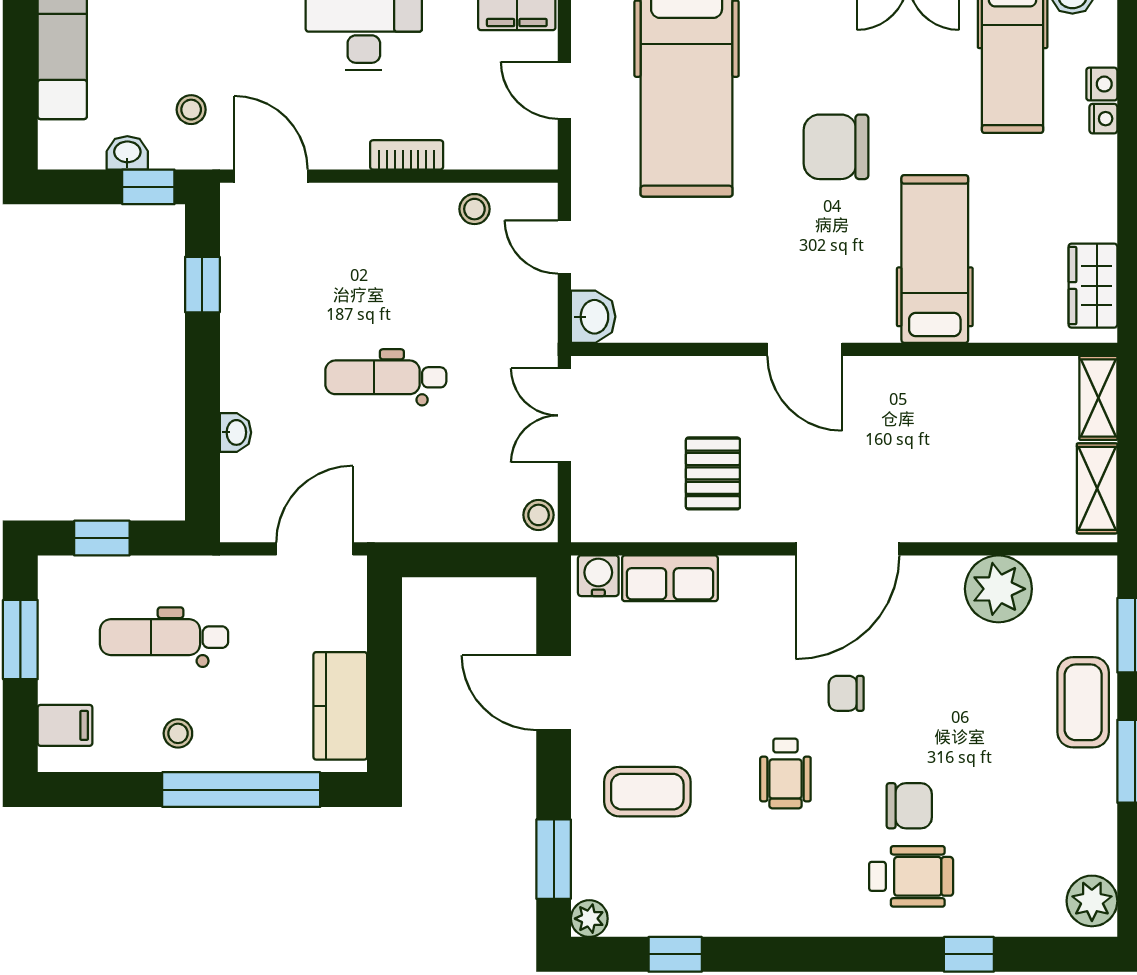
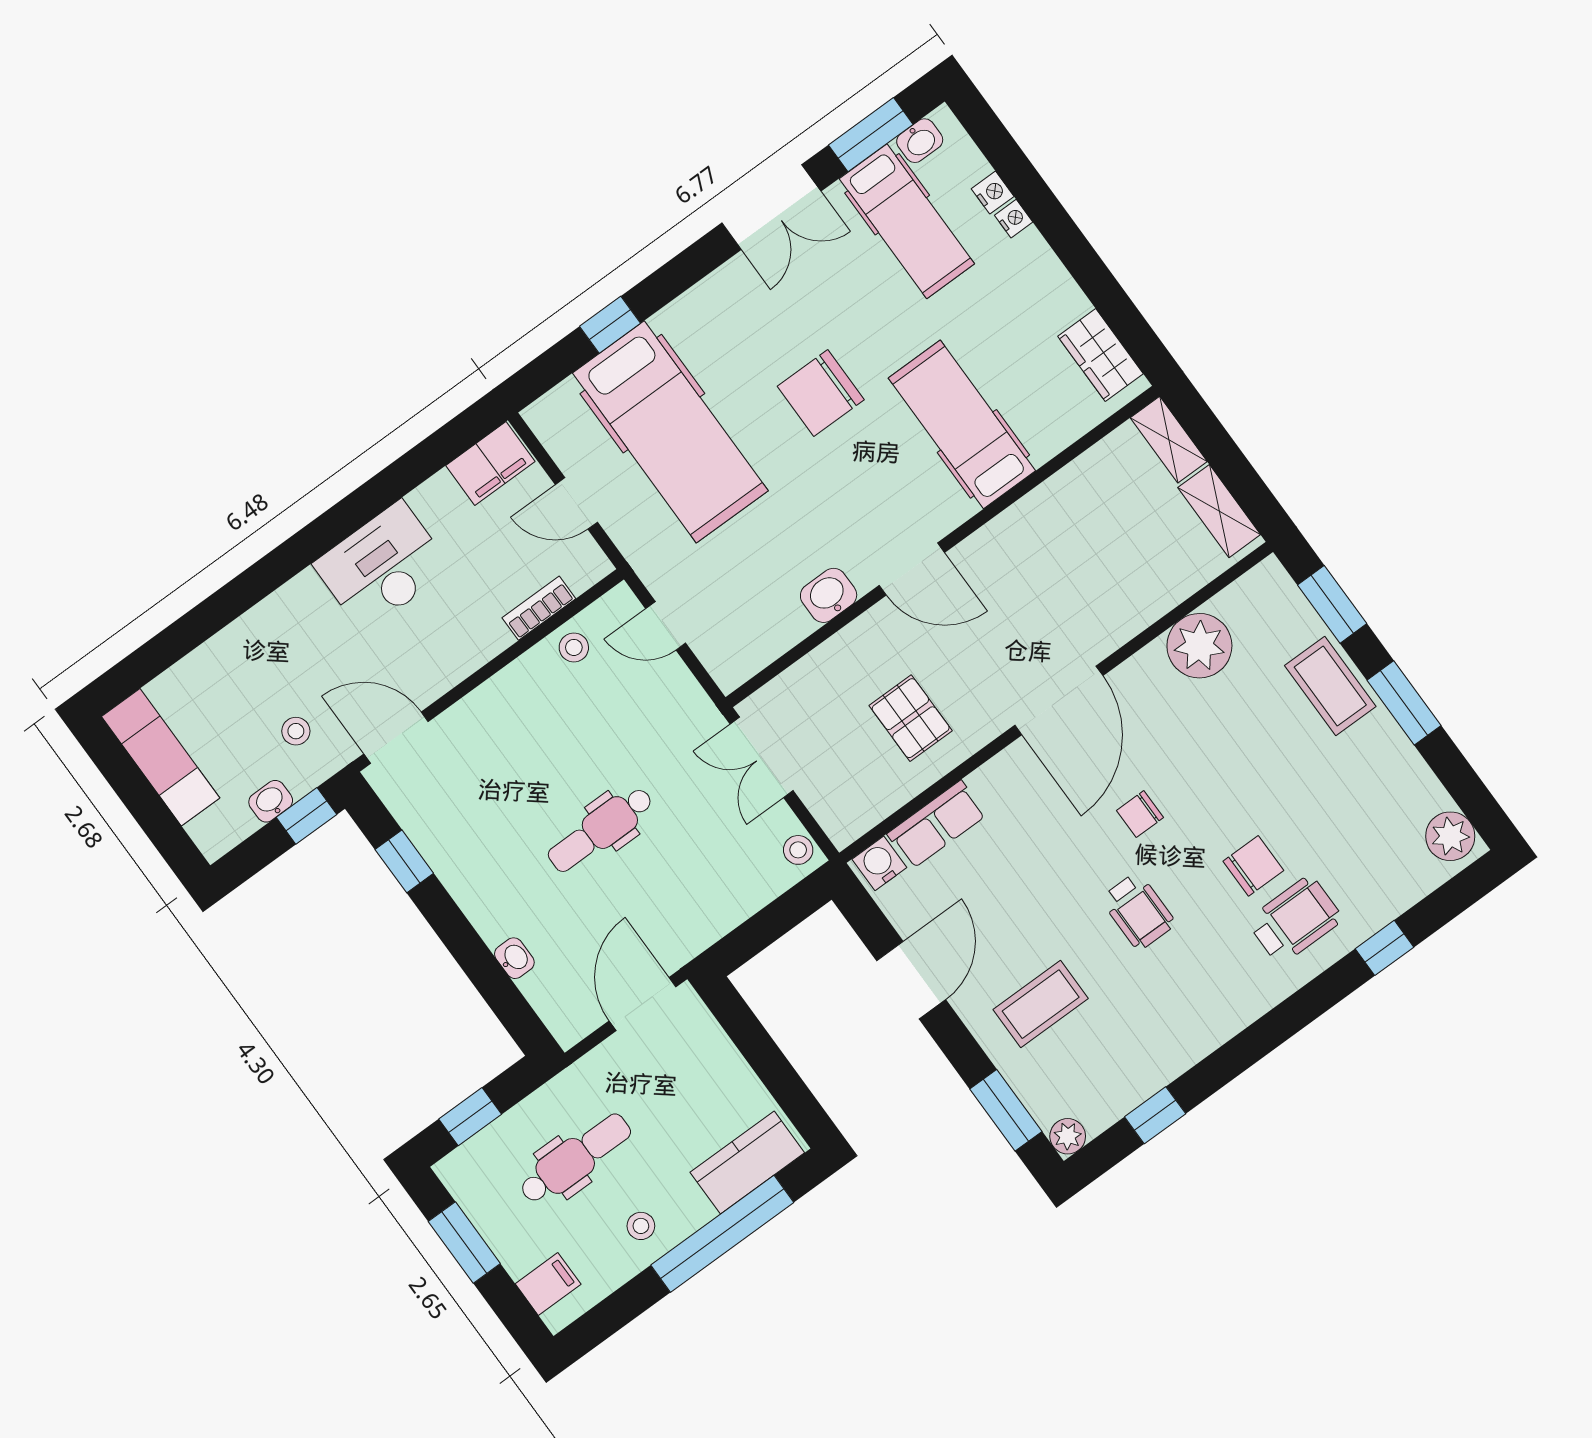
bookcase: (407, 155) -> (539, 608), moved
washbasin: (593, 317) -> (829, 595), moved, turned -90
dental chair: (164, 637) -> (575, 1159), turned 180
door: (554, 693) -> (911, 980), swing flipped
kitchen counter: (340, 706) -> (747, 1163), moved, turned 90

